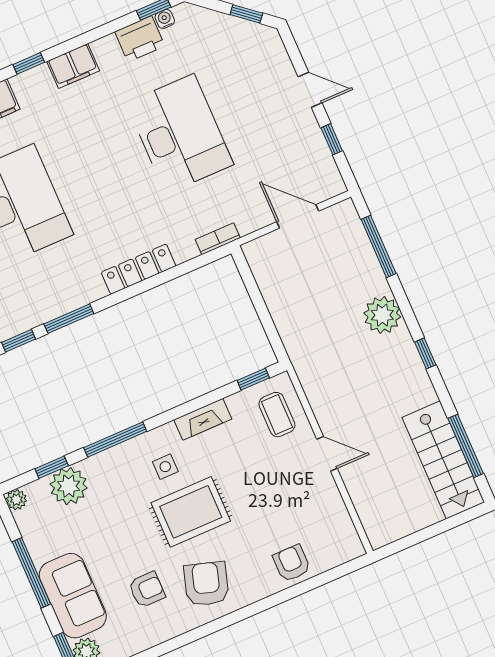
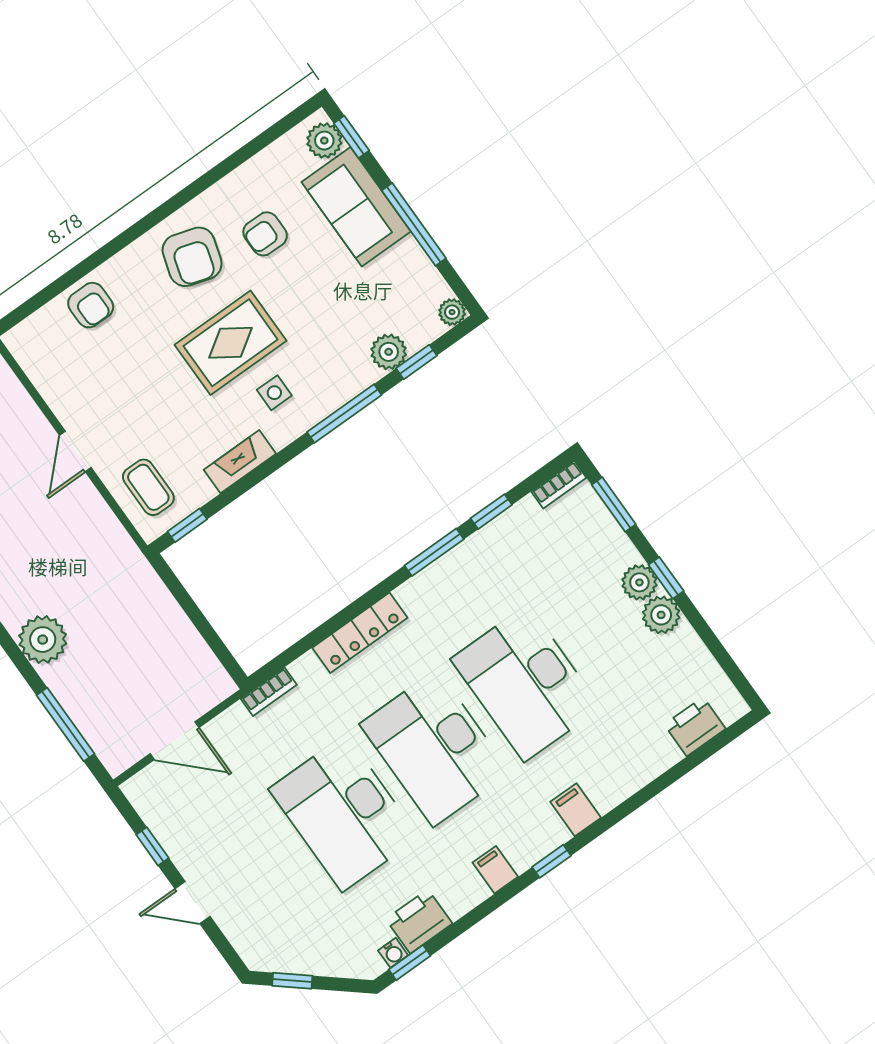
filing cabinet: (73, 66) -> (495, 870), width x0.50
desk: (100, 169) -> (435, 748), added
door: (327, 454) -> (75, 451), hinge flipped
plant: (69, 486) -> (389, 352), width x0.73, depth x0.73

